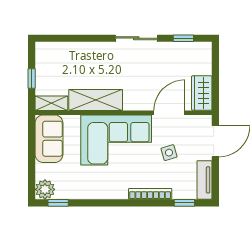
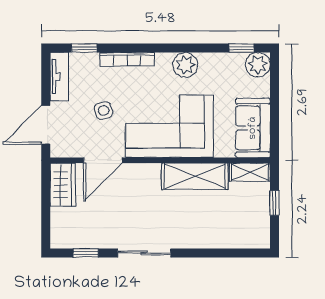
plant: (103, 189) -> (185, 65), added

